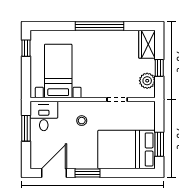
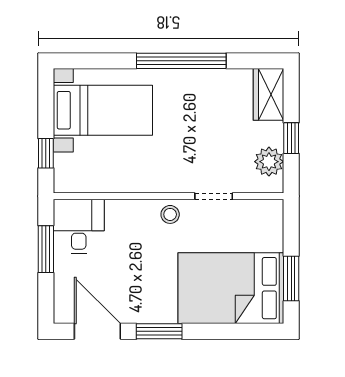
window: (26, 48) -> (46, 153), moved
bed with nightstands: (58, 71) -> (103, 110), moved, turned 90
stool: (82, 121) -> (170, 214), moved
door: (54, 173) -> (97, 331), hinge flipped

